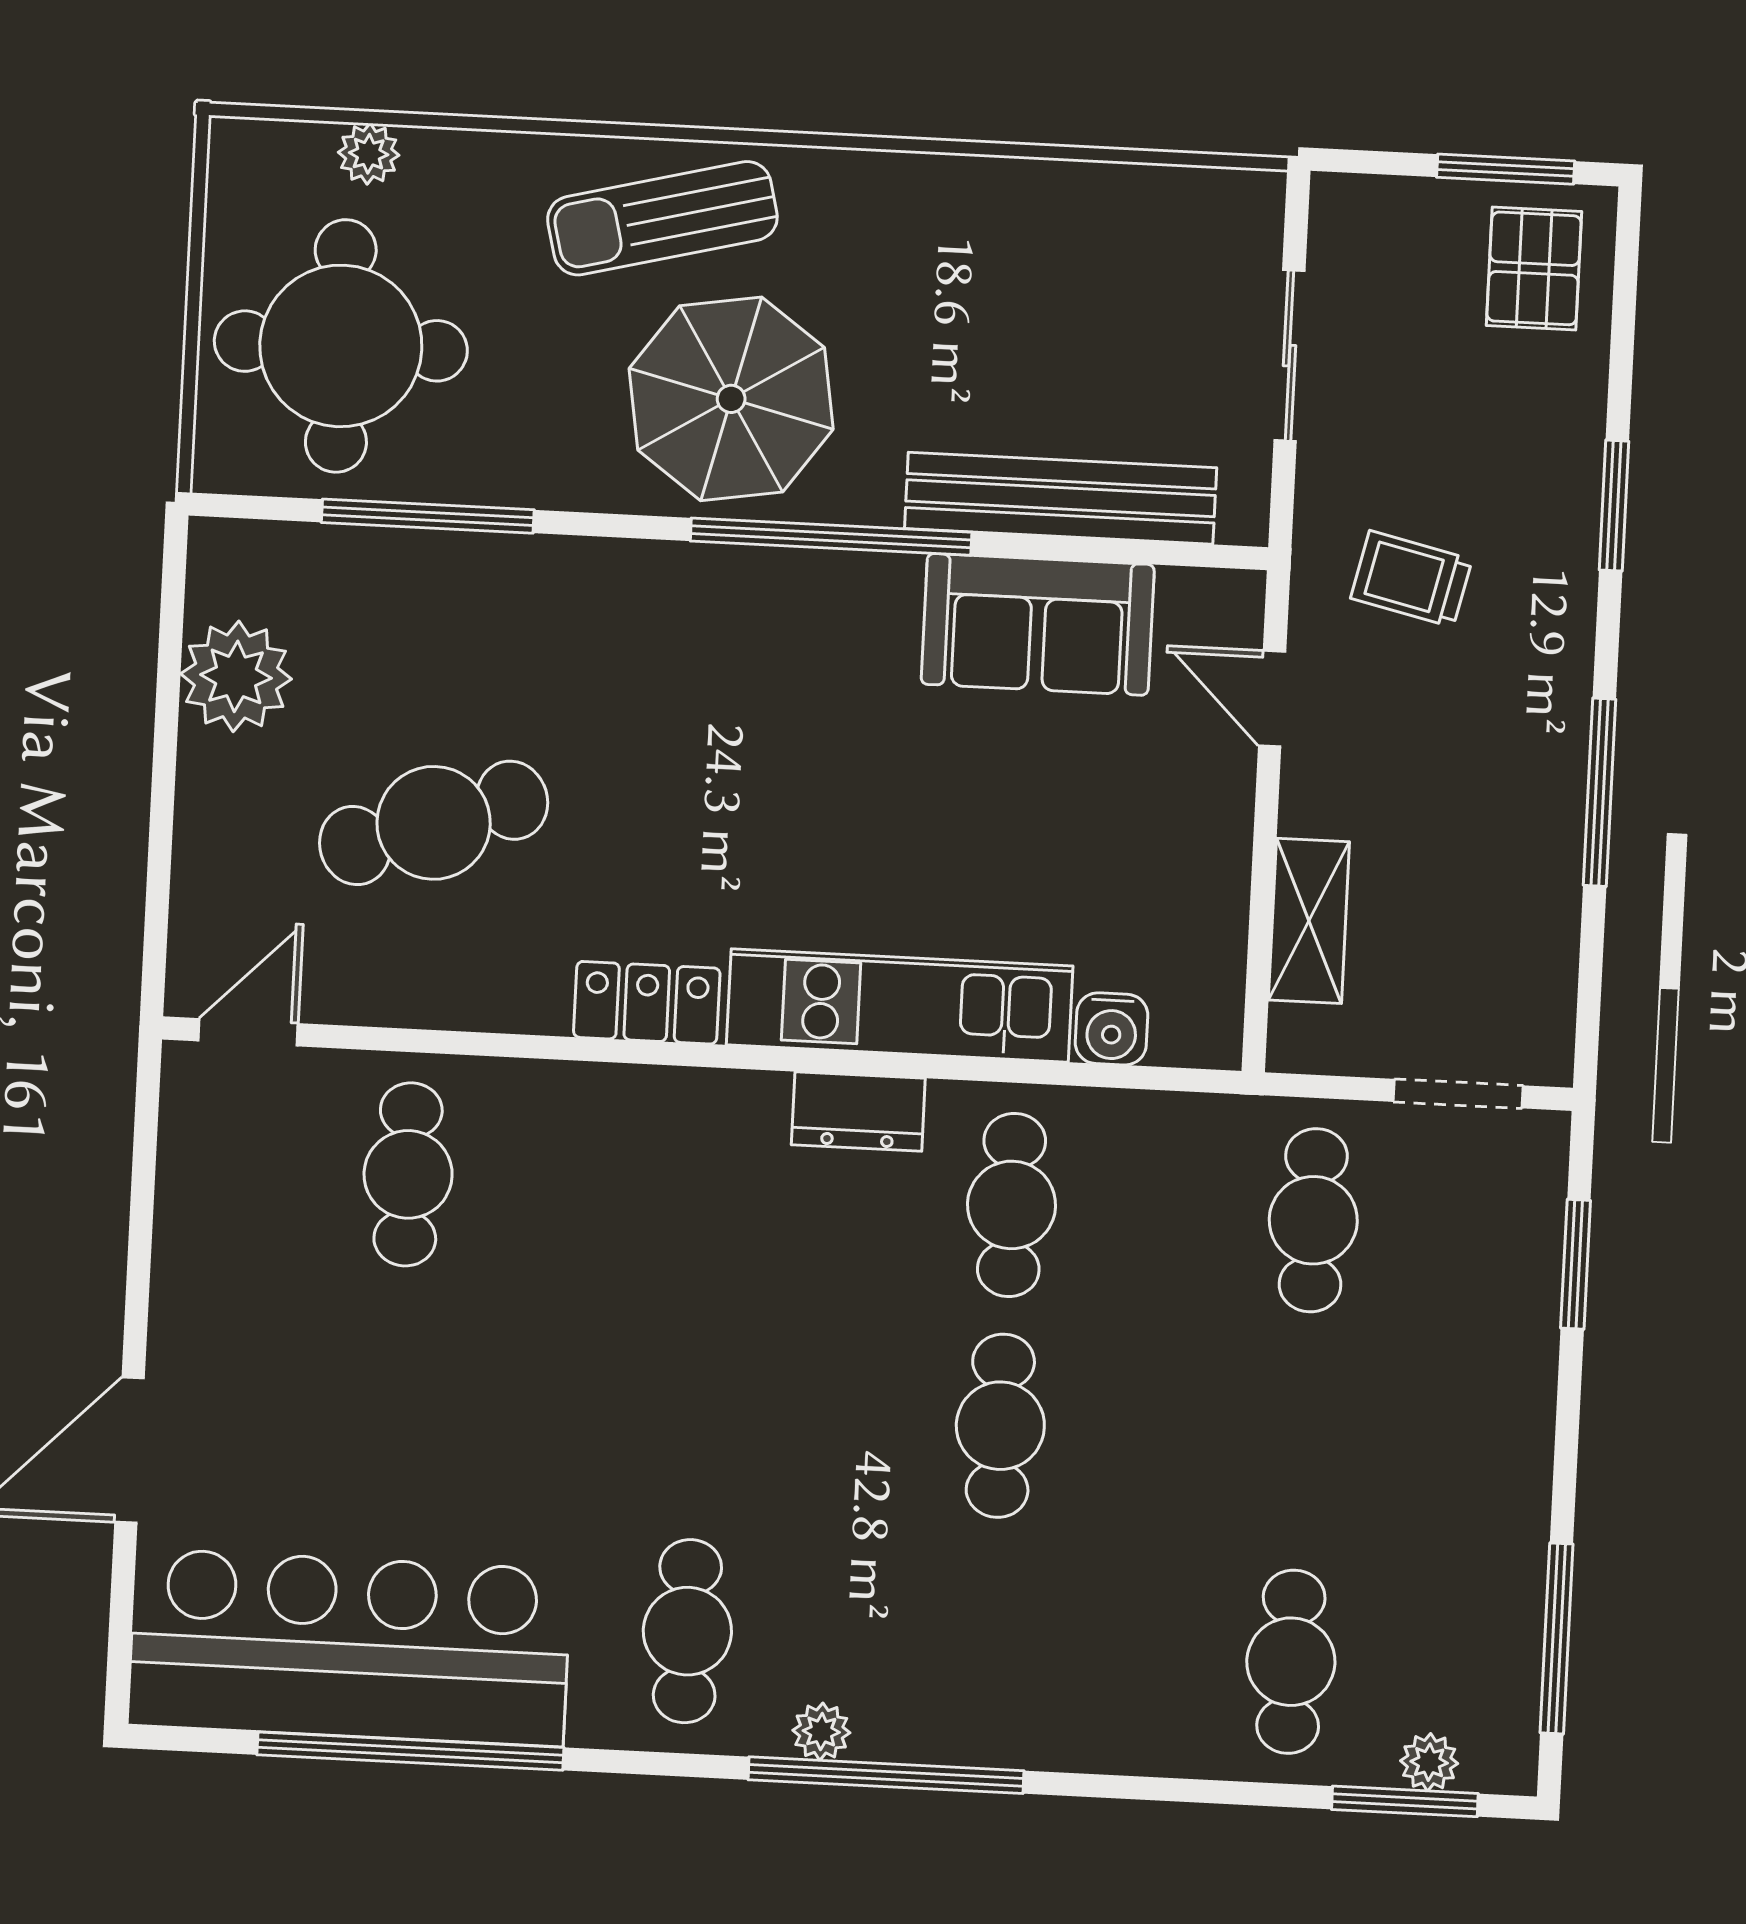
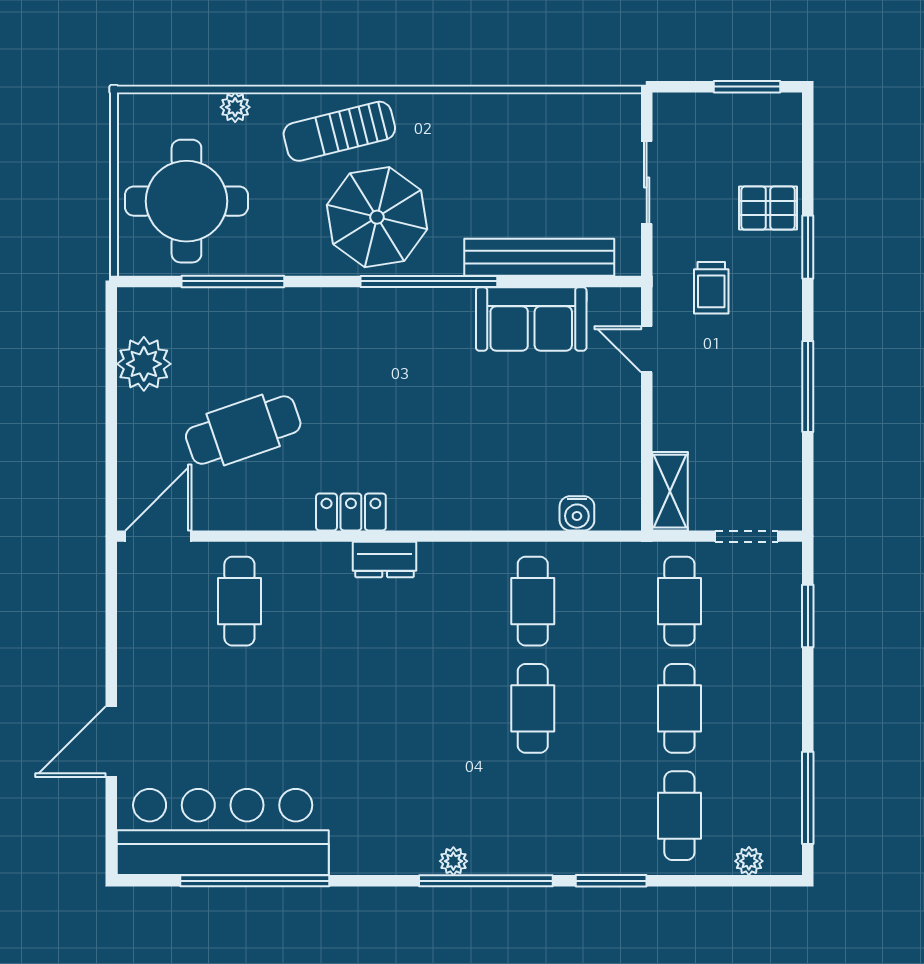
plant: (369, 154) -> (235, 107), moved
pallet: (1534, 268) -> (768, 208), moved, turned 90
trolley: (1411, 579) -> (711, 288), turned -103
shelving: (1309, 921) -> (670, 491), moved
kitchen unit: (900, 1005) -> (474, 507), removed
door: (248, 1032) -> (158, 536), width x1.38
dresser: (858, 1111) -> (385, 560), moved
cafe table: (687, 1631) -> (679, 708), moved
window: (1405, 1801) -> (611, 881), moved

